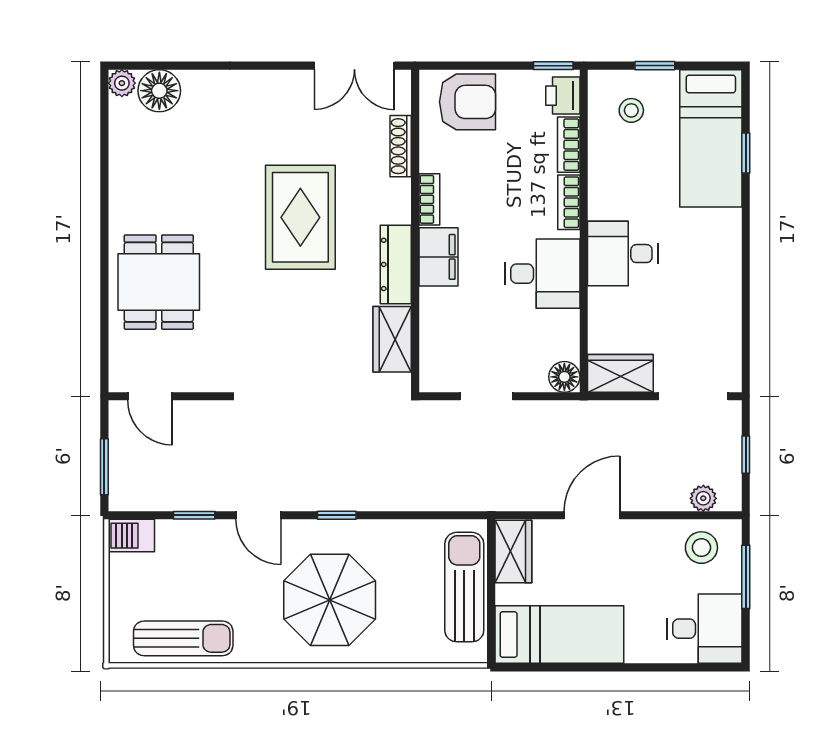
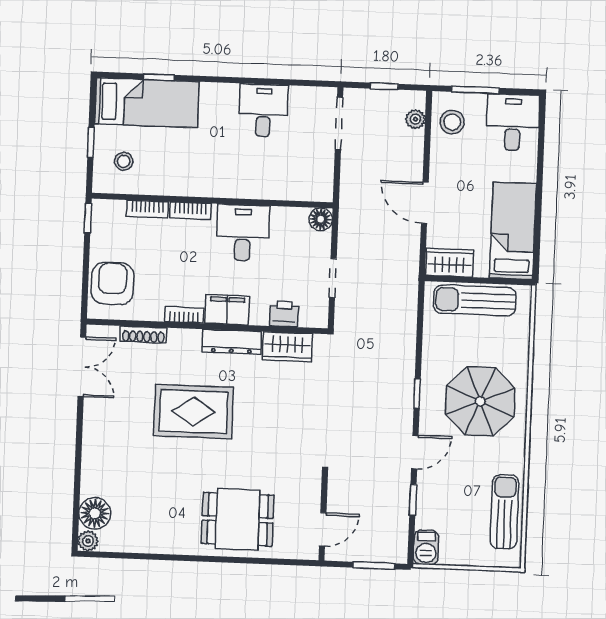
printer: (563, 96) -> (284, 314), moved, turned 180
desk: (623, 254) -> (263, 110), moved, turned 180
wardrobe: (620, 373) -> (320, 177), removed

